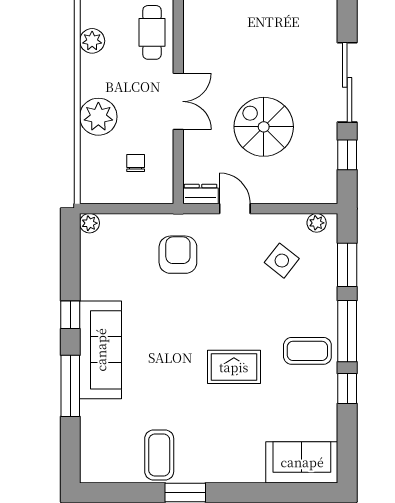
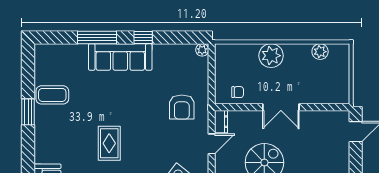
cafe table: (152, 32) -> (326, 90), removed
chair: (136, 163) -> (238, 92), moved
armchair: (178, 255) -> (182, 107), turned 90

